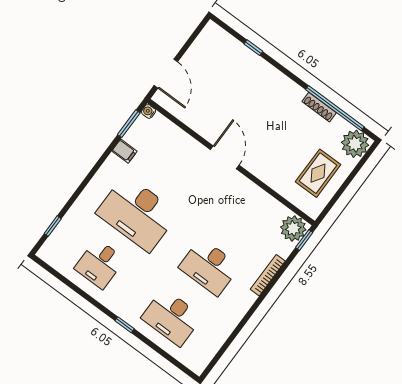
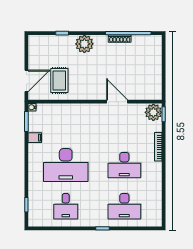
door: (166, 74) -> (26, 81), hinge flipped
plant: (355, 144) -> (84, 44), moved
door: (225, 157) -> (117, 102), moved
rug: (318, 173) -> (59, 81), moved

